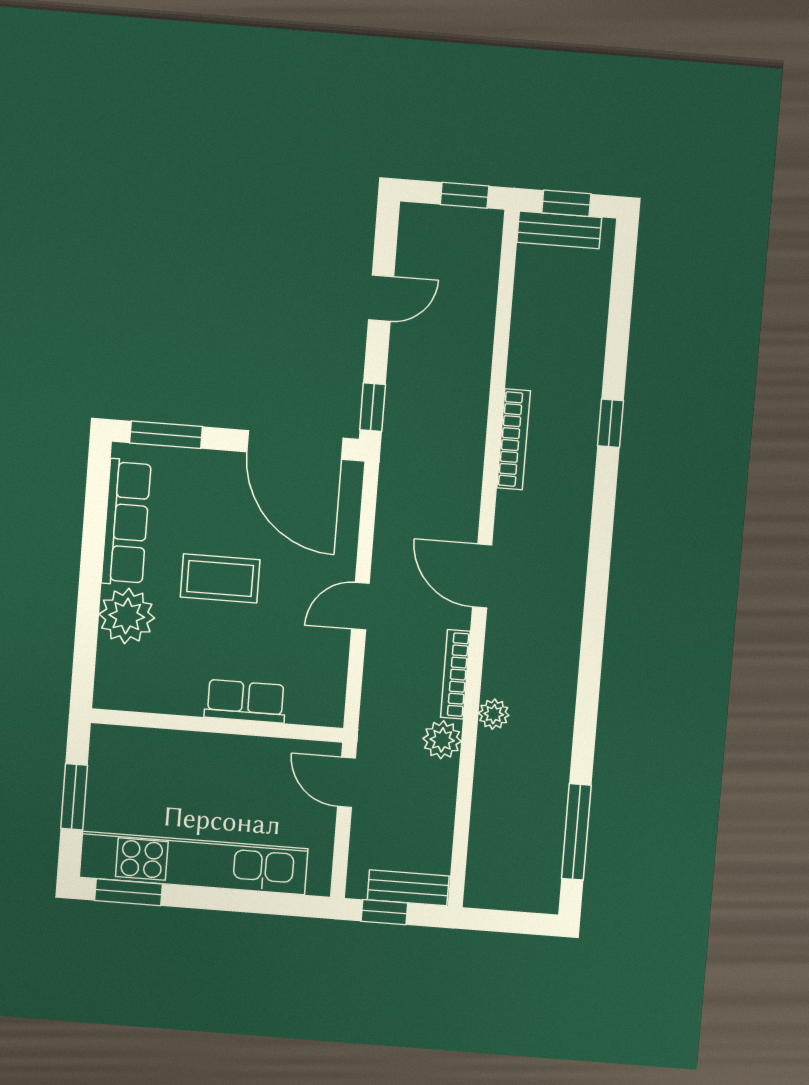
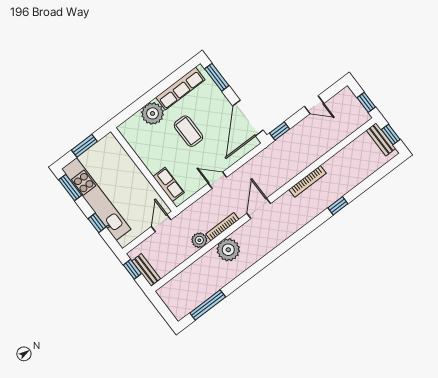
row of seats: (245, 701) -> (169, 184), moved
plant: (494, 714) -> (228, 250), width x1.87, depth x1.87
window: (239, 901) -> (97, 223), added

